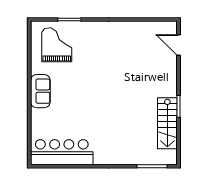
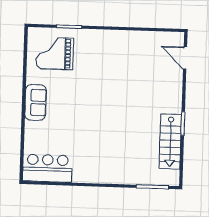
grand piano: (57, 45) -> (55, 53), turned -90
bar counter: (62, 152) -> (47, 168), width x0.73

